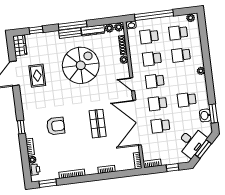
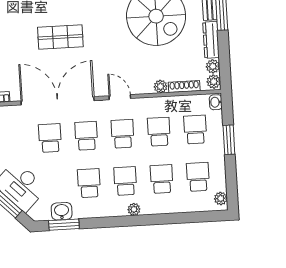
window: (154, 15) -> (229, 140), width x0.47
school desk: (184, 77) -> (125, 181), added
door: (132, 84) -> (120, 97), hinge flipped

